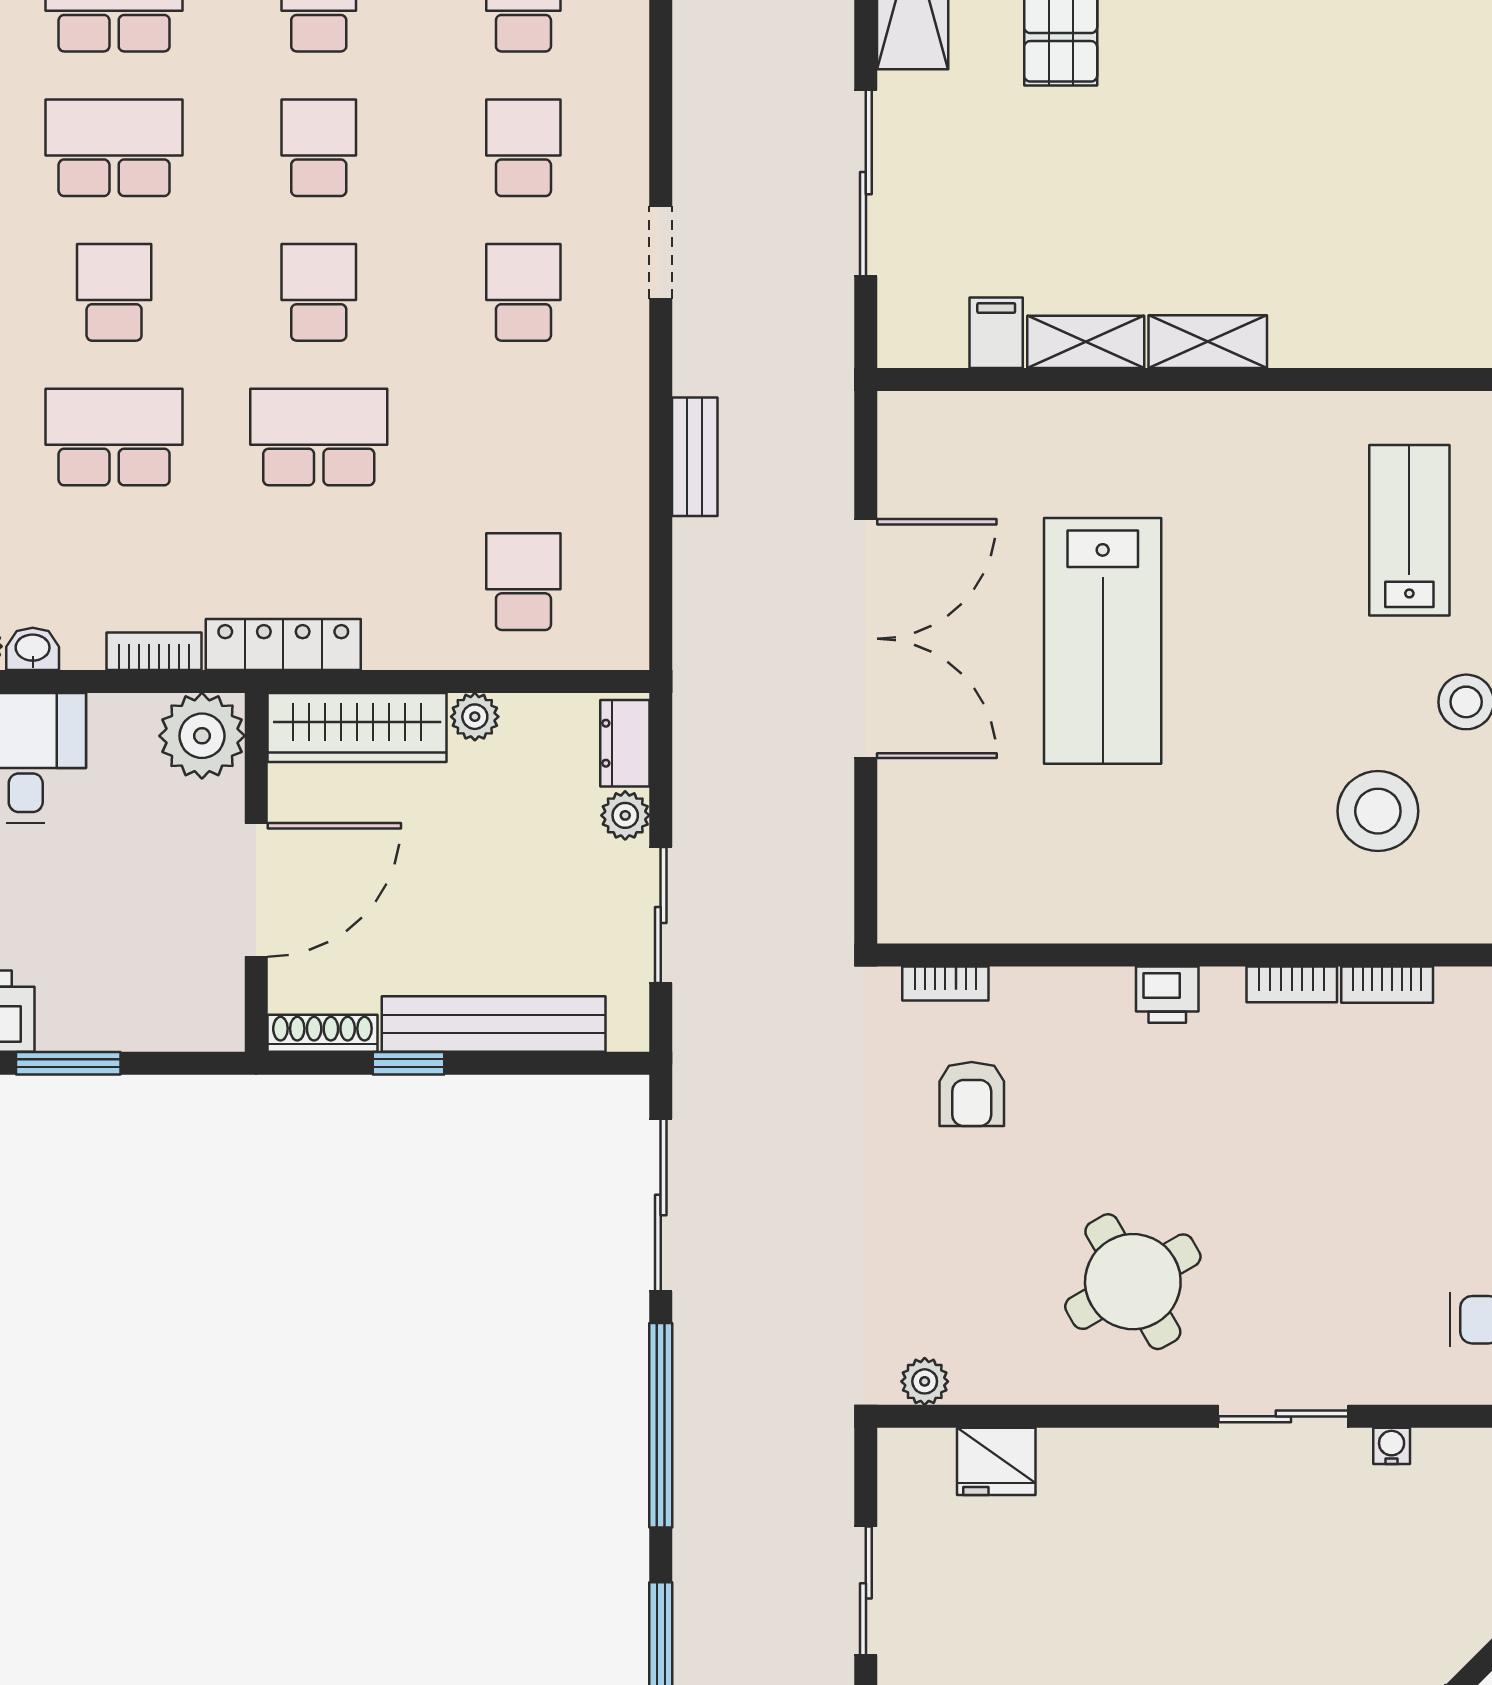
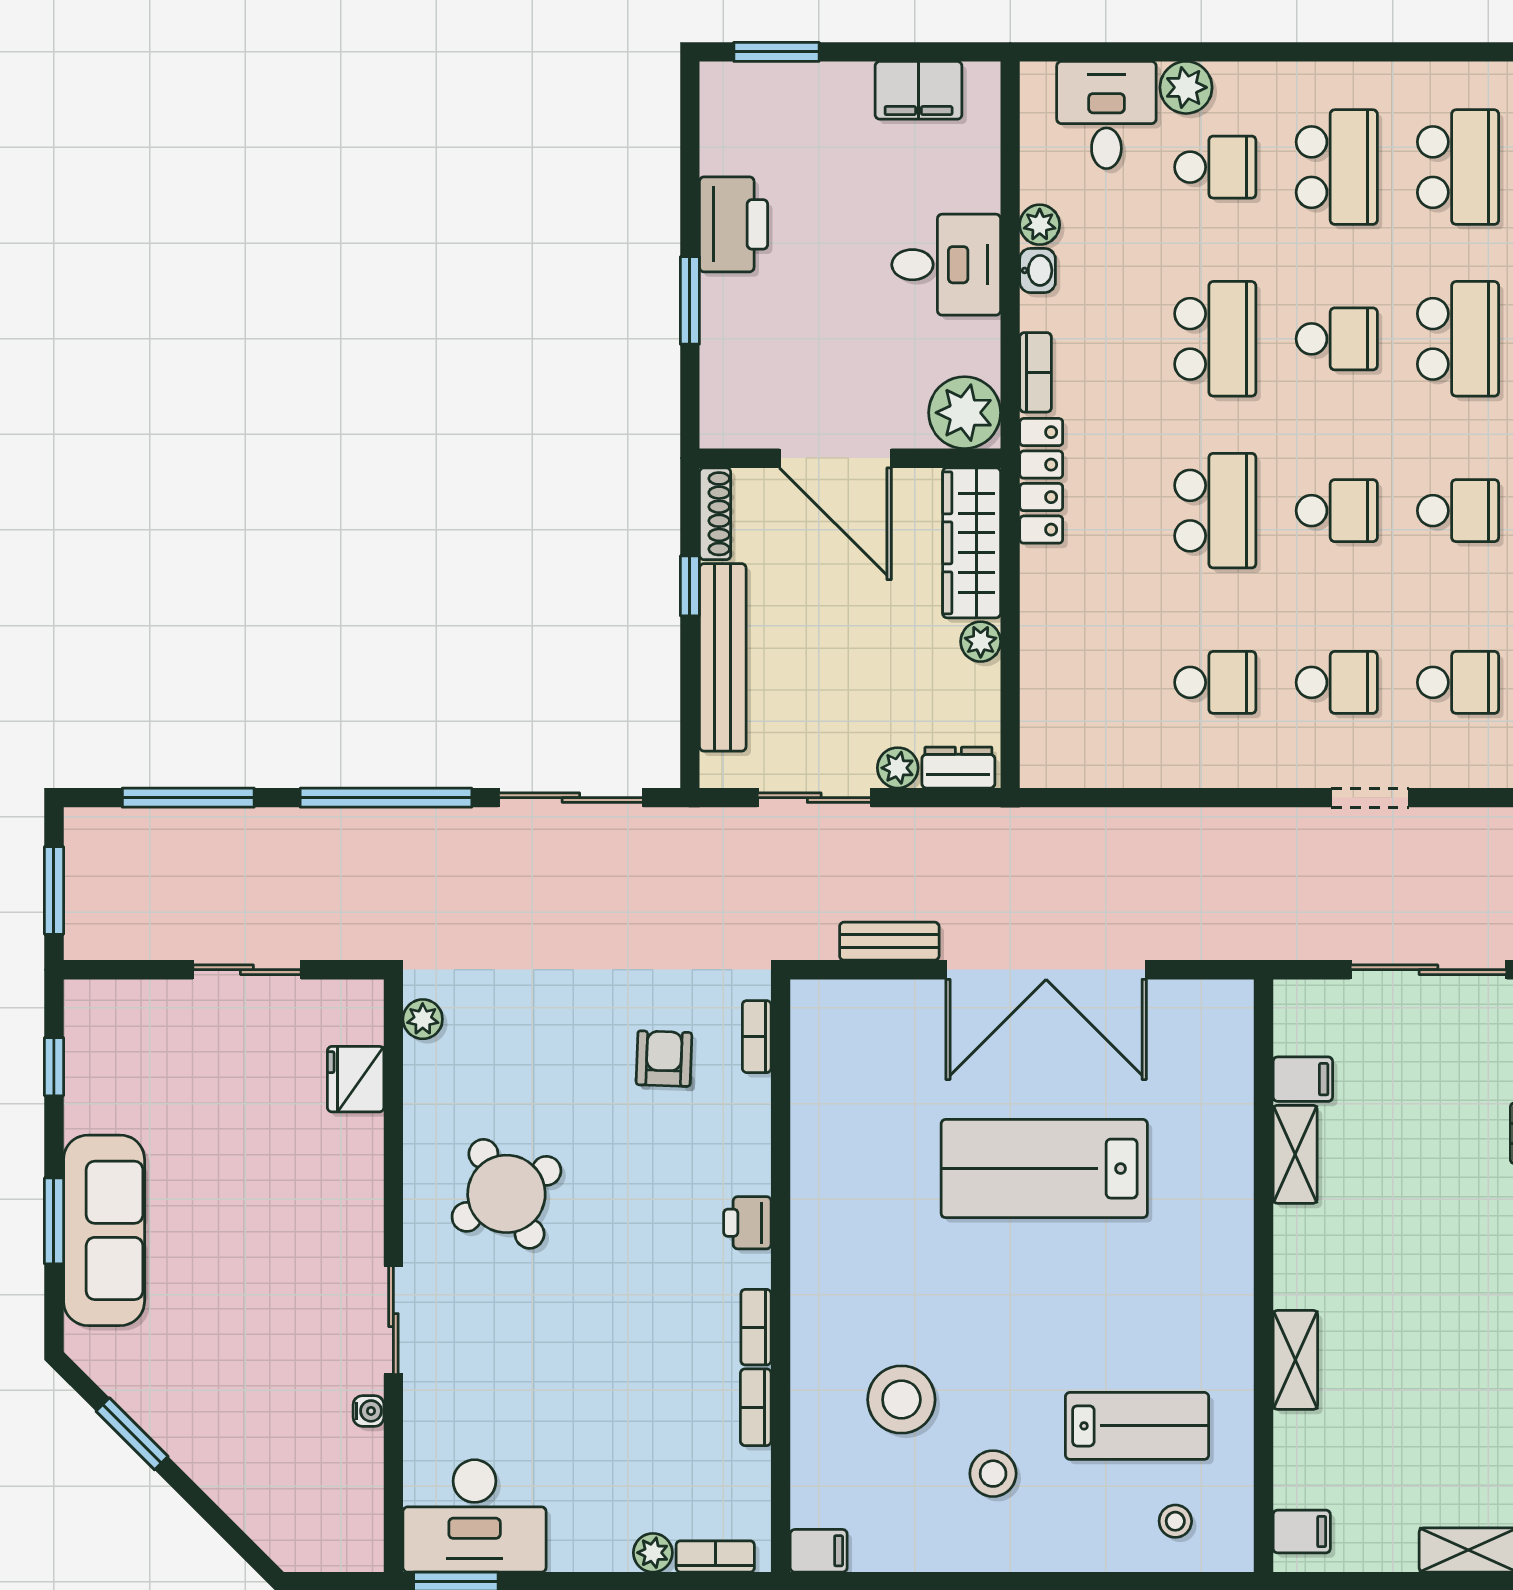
shelving: (1208, 342) -> (1295, 1360), moved
bench: (695, 457) -> (889, 941), moved
school desk: (523, 582) -> (1215, 682), moved
armchair: (972, 1094) -> (664, 1059), turned 92

